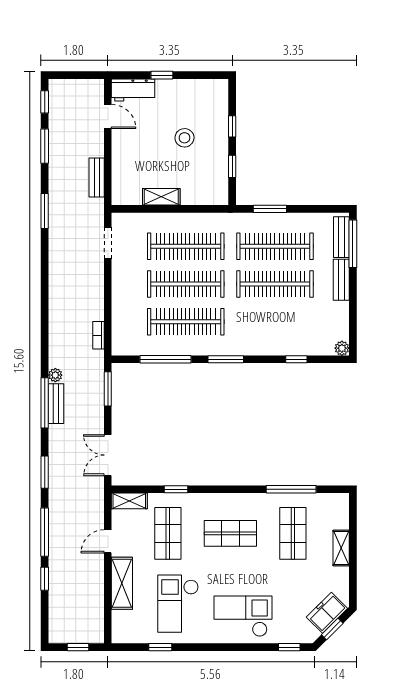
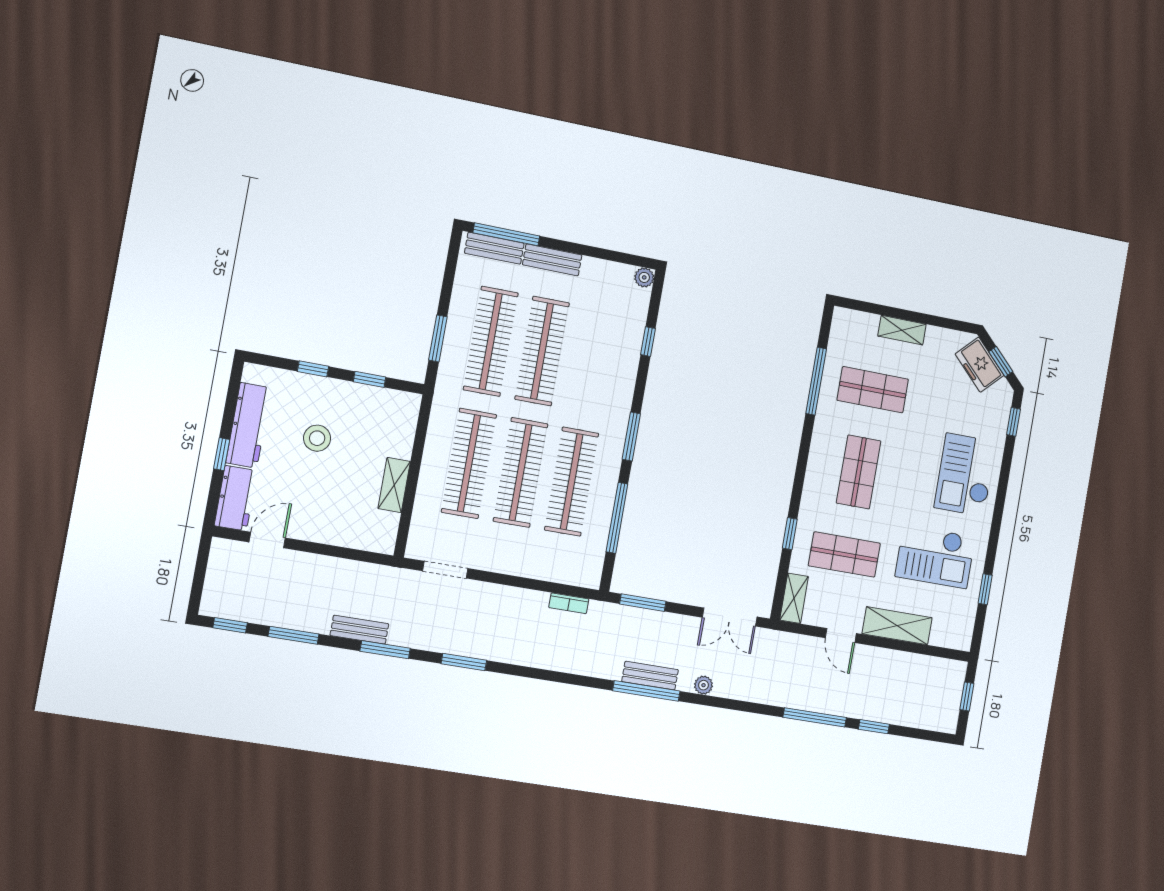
workbench: (185, 90) -> (249, 425), added
bench: (97, 177) -> (359, 630), moved
plant: (55, 375) -> (704, 685), moved
window: (45, 472) -> (464, 662), moved

